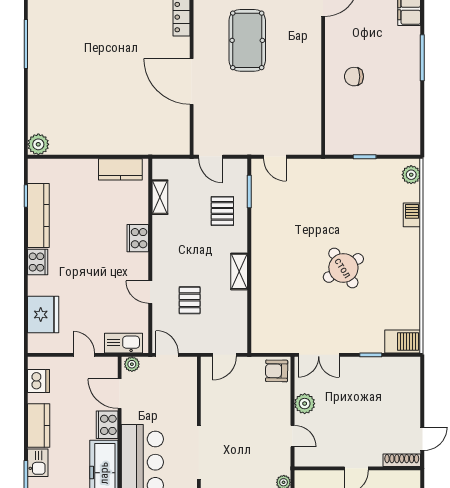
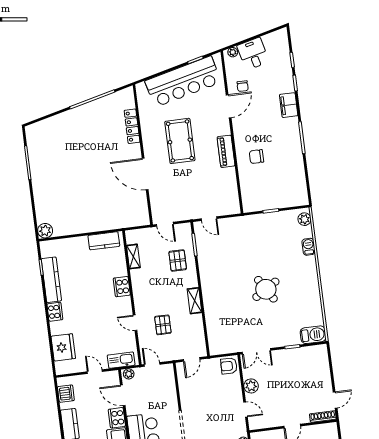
piano: (311, 64) -> (226, 151), added

